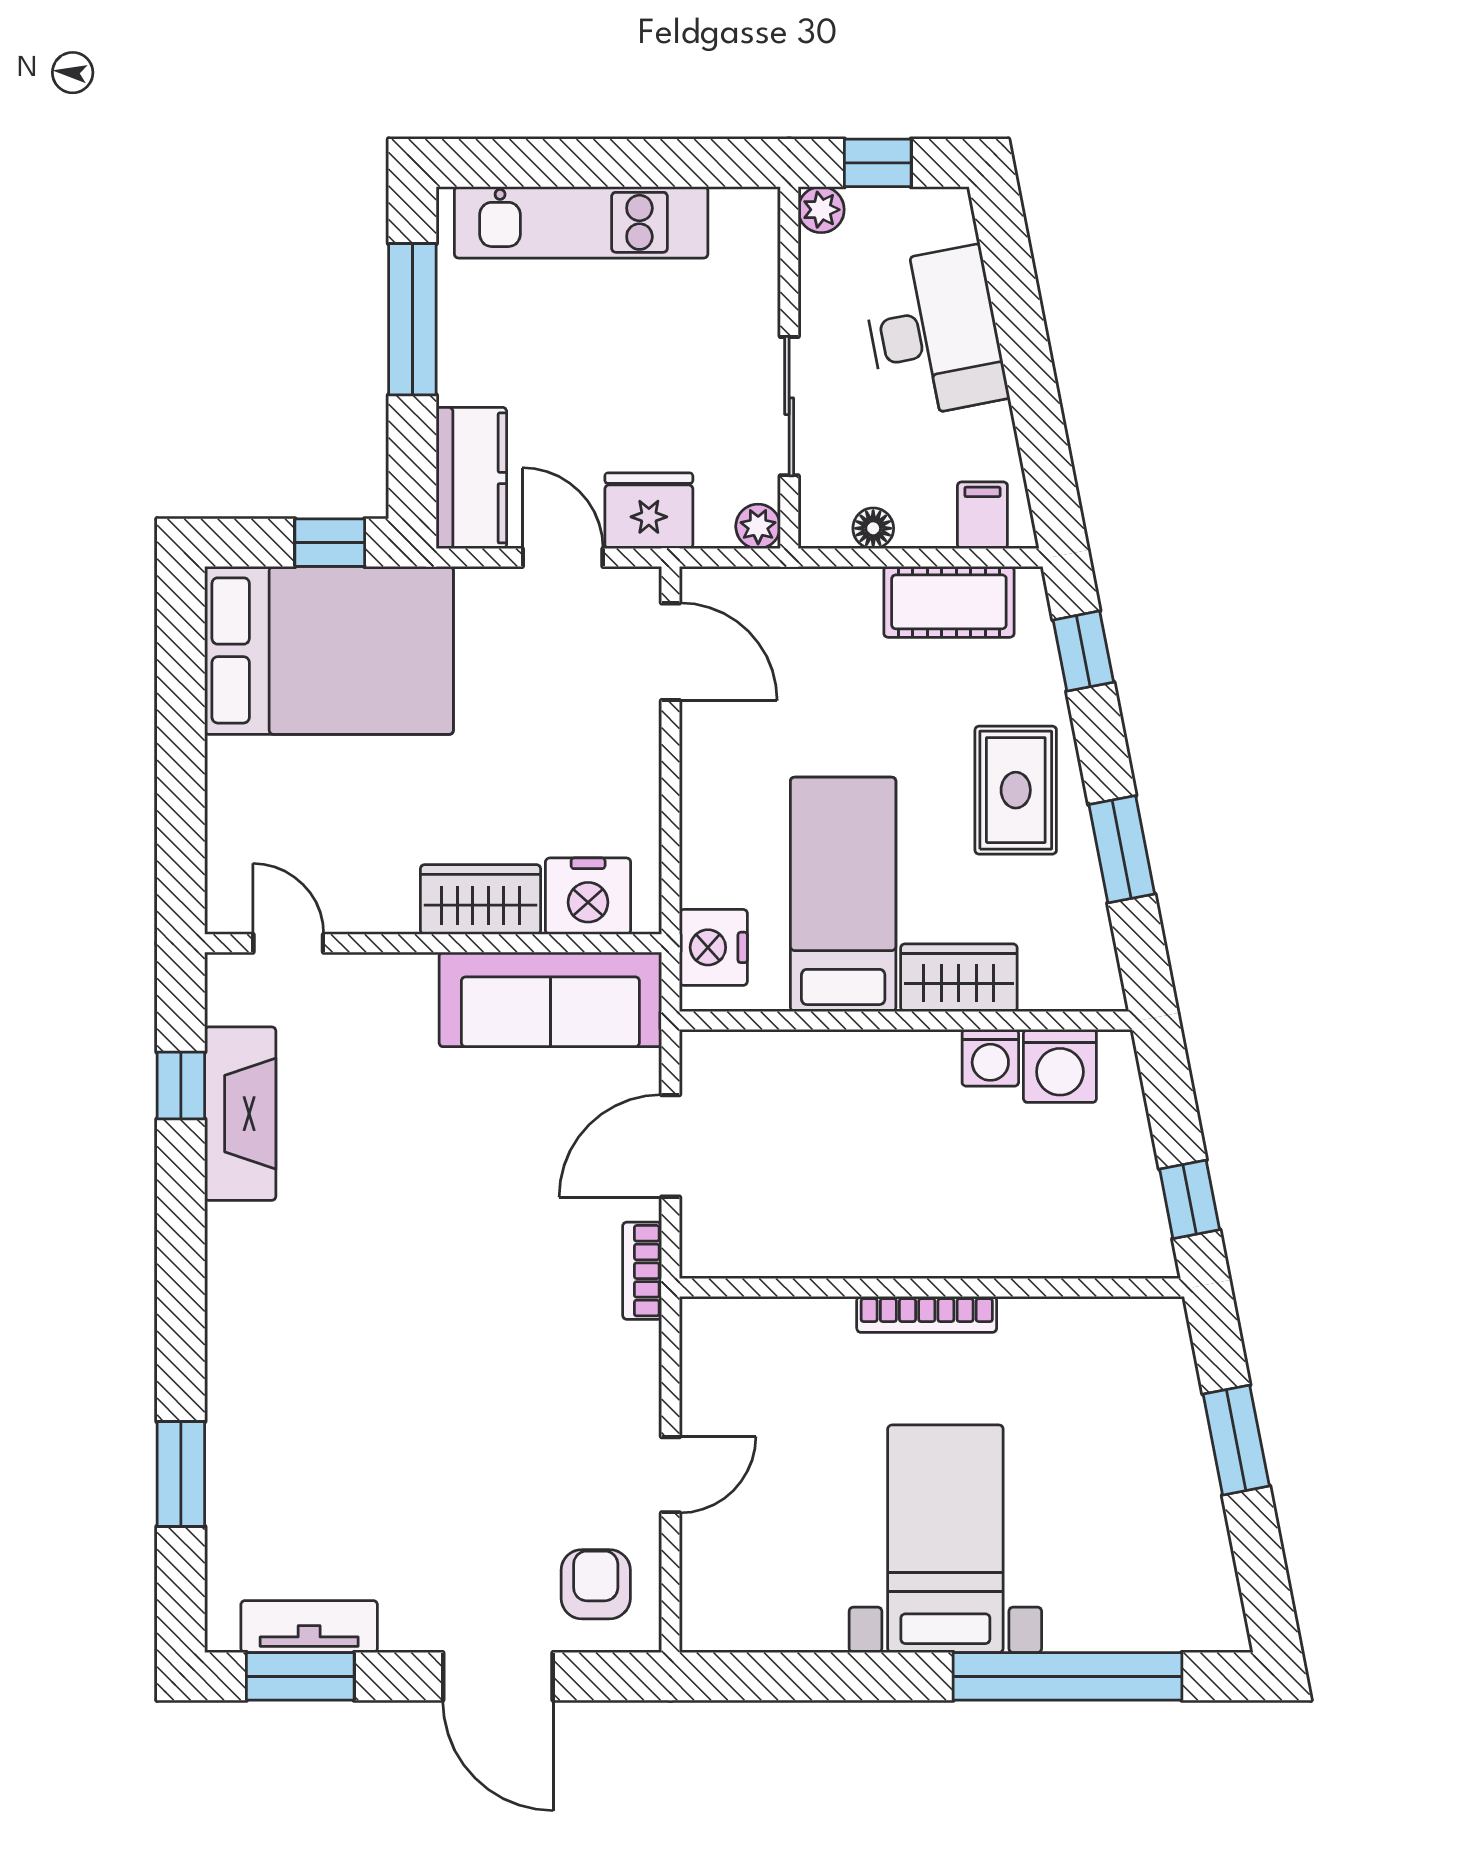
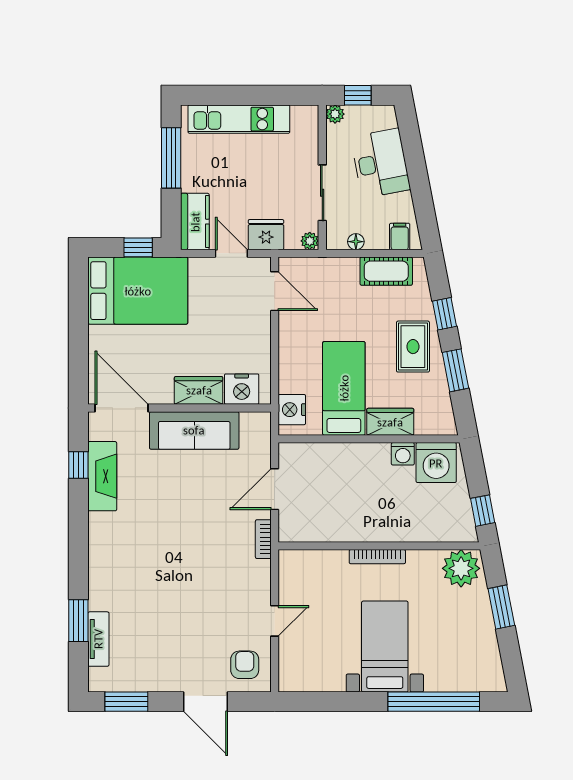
window: (1083, 651) -> (445, 314), moved
door: (288, 943) -> (122, 408), width x1.87
sofa: (550, 999) -> (194, 430), moved
washing machine: (1060, 1066) -> (436, 463), width x1.37, depth x1.37
plant: (1136, 1344) -> (461, 568), added
tv unit: (309, 1627) -> (98, 639), moved, turned 90

